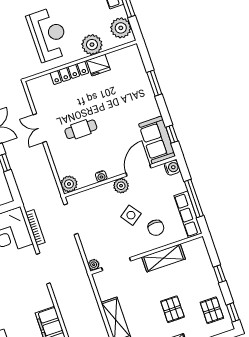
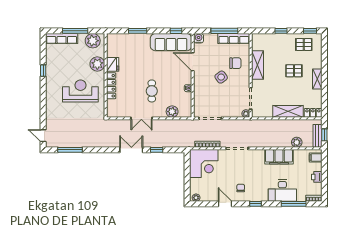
sofa: (157, 140) -> (171, 42), width x1.36
plant: (69, 184) -> (172, 112), moved
plant: (121, 186) -> (199, 77), removed

